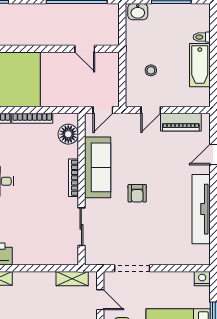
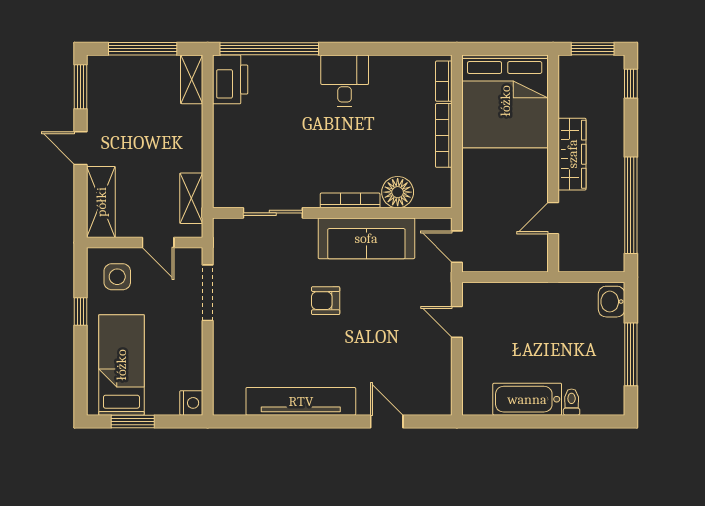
wardrobe: (44, 37) -> (572, 154), added
stool: (151, 70) -> (519, 322), removed
piano: (181, 122) -> (438, 369), removed
floor lamp: (68, 134) -> (398, 192), moved
door: (100, 300) -> (158, 243), hinge flipped

